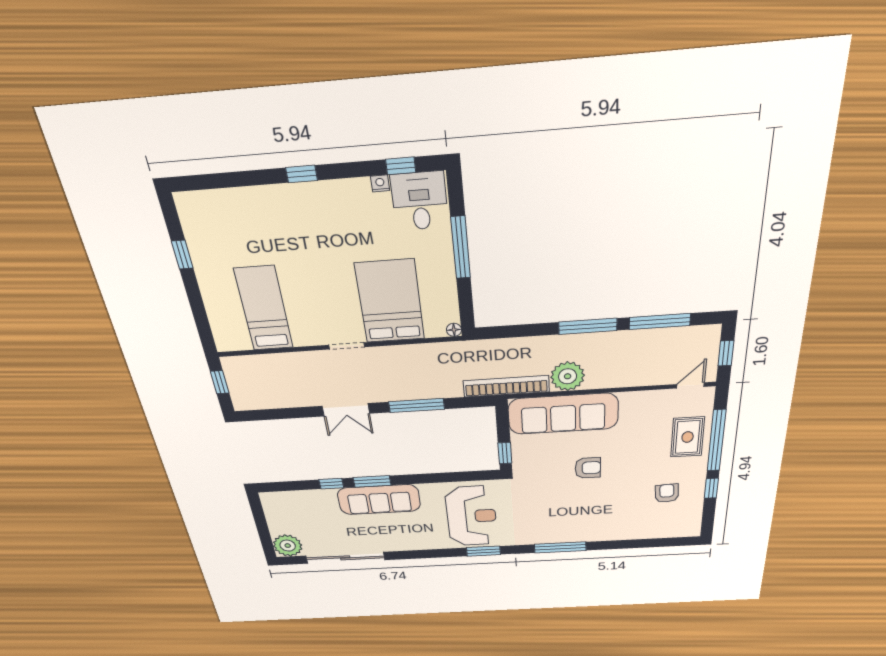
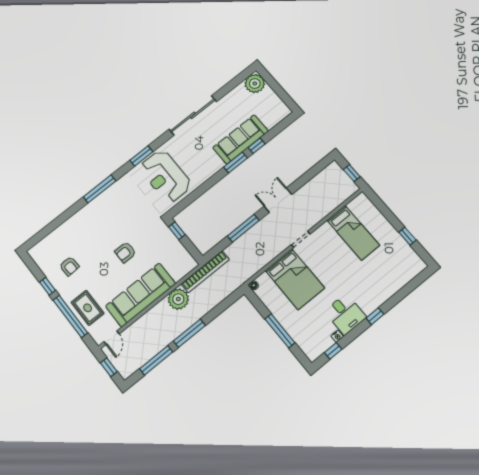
desk: (420, 201) -> (345, 314), moved
sofa: (563, 414) -> (141, 295), moved
sofa: (379, 500) -> (241, 139), moved
sliding door: (345, 558) -> (193, 115), moved

